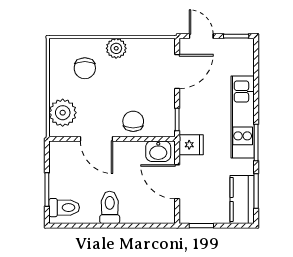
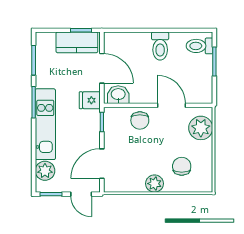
plant: (243, 63) -> (45, 171), added
kitchen counter: (242, 199) -> (77, 42), moved, turned 90

